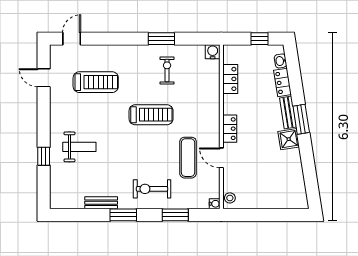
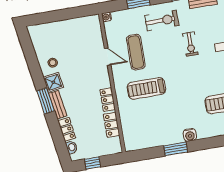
water cooler: (213, 52) -> (190, 135), moved
exercise bike: (167, 71) -> (190, 44), moved
treadmill: (151, 115) -> (146, 88), moved
locker: (230, 129) -> (108, 100), moved
stool: (230, 198) -> (53, 63), moved

